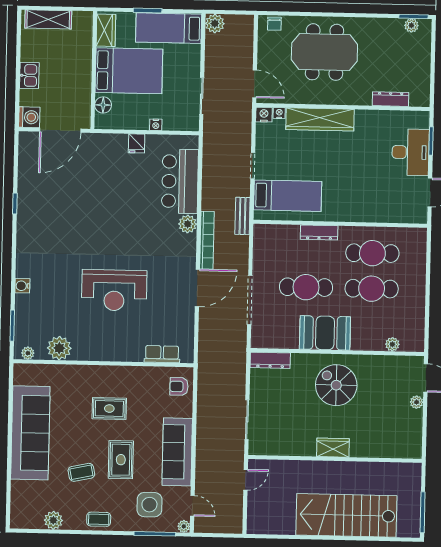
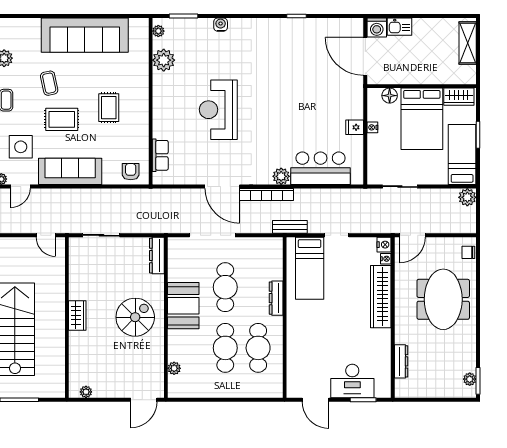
kitchen sink: (29, 75) -> (400, 27), moved
nightstand: (156, 125) -> (372, 127), moved
plant: (417, 402) -> (86, 392), moved

